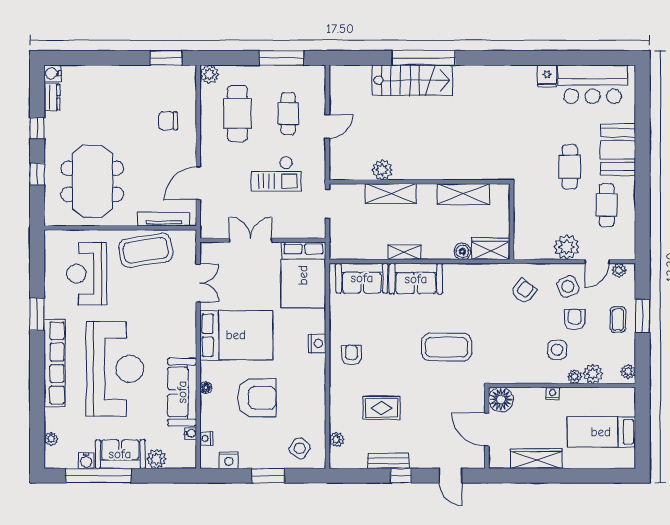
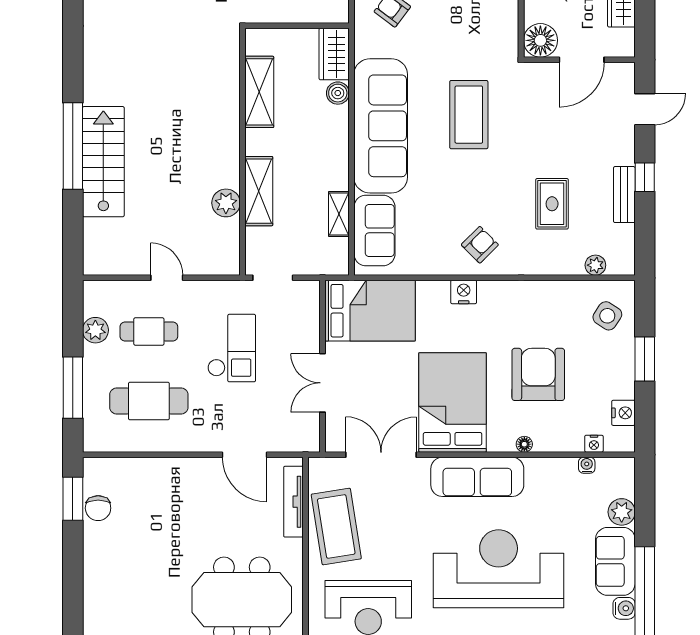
window: (281, 58) -> (73, 388), moved
plant: (209, 74) -> (95, 330), moved
chair: (168, 121) -> (98, 508), moved
shelving: (404, 252) -> (339, 214), moved
sofa: (416, 279) -> (381, 126), width x1.85, depth x1.27
double door: (198, 283) -> (381, 455), width x1.37
armchair: (352, 355) -> (480, 245), turned 135
sofa: (182, 392) -> (477, 477), moved

